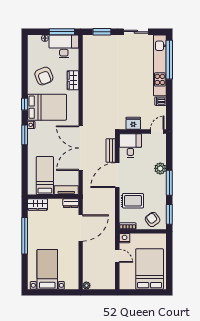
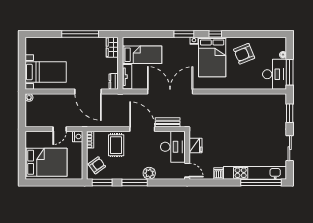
wardrobe: (73, 80) -> (240, 84), removed
desk: (130, 145) -> (173, 147), width x1.37
bed with nightstands: (47, 269) -> (46, 72), moved

